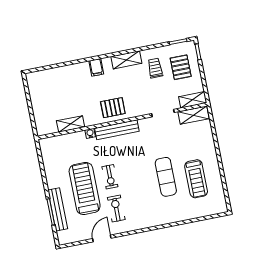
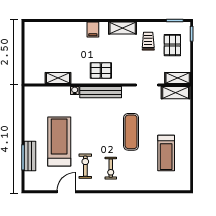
exercise bike: (110, 177) -> (111, 168), moved
exercise mat: (166, 177) -> (131, 132), moved
bench: (58, 209) -> (30, 156), width x0.73

